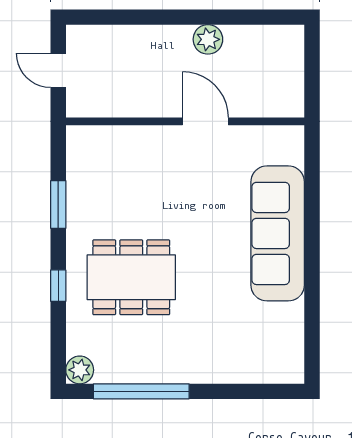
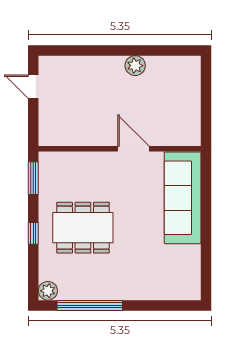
wall: (185, 121) -> (120, 149), moved
door: (205, 121) -> (133, 149), moved

